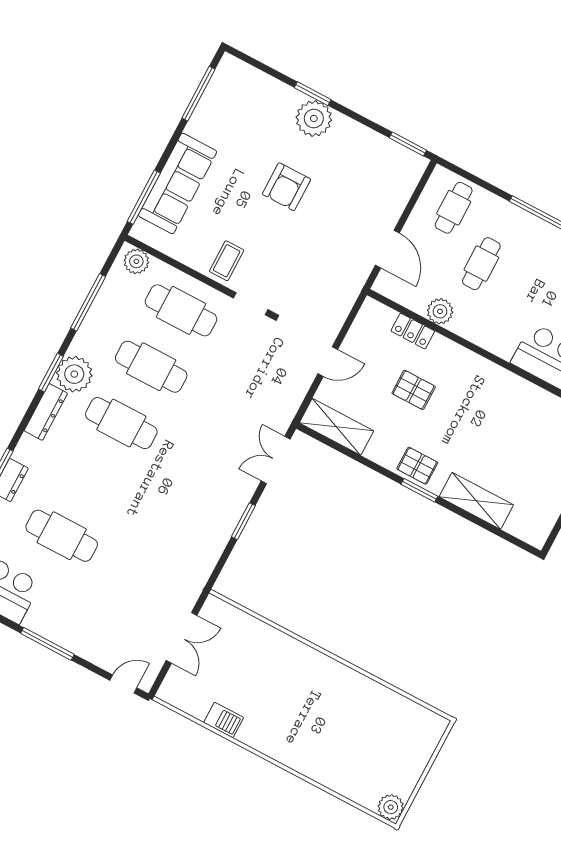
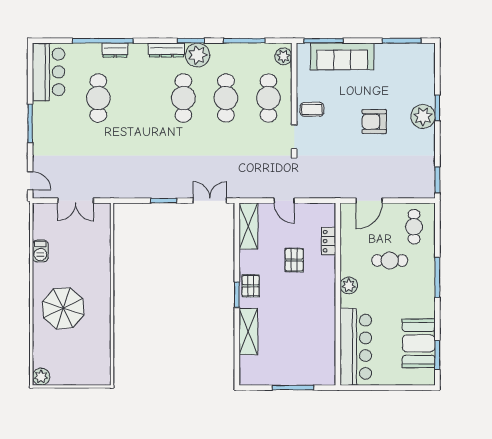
cafe table: (454, 208) -> (414, 227), turned 90
plant: (440, 311) -> (349, 285), moved
parasol: (316, 730) -> (63, 308), added

